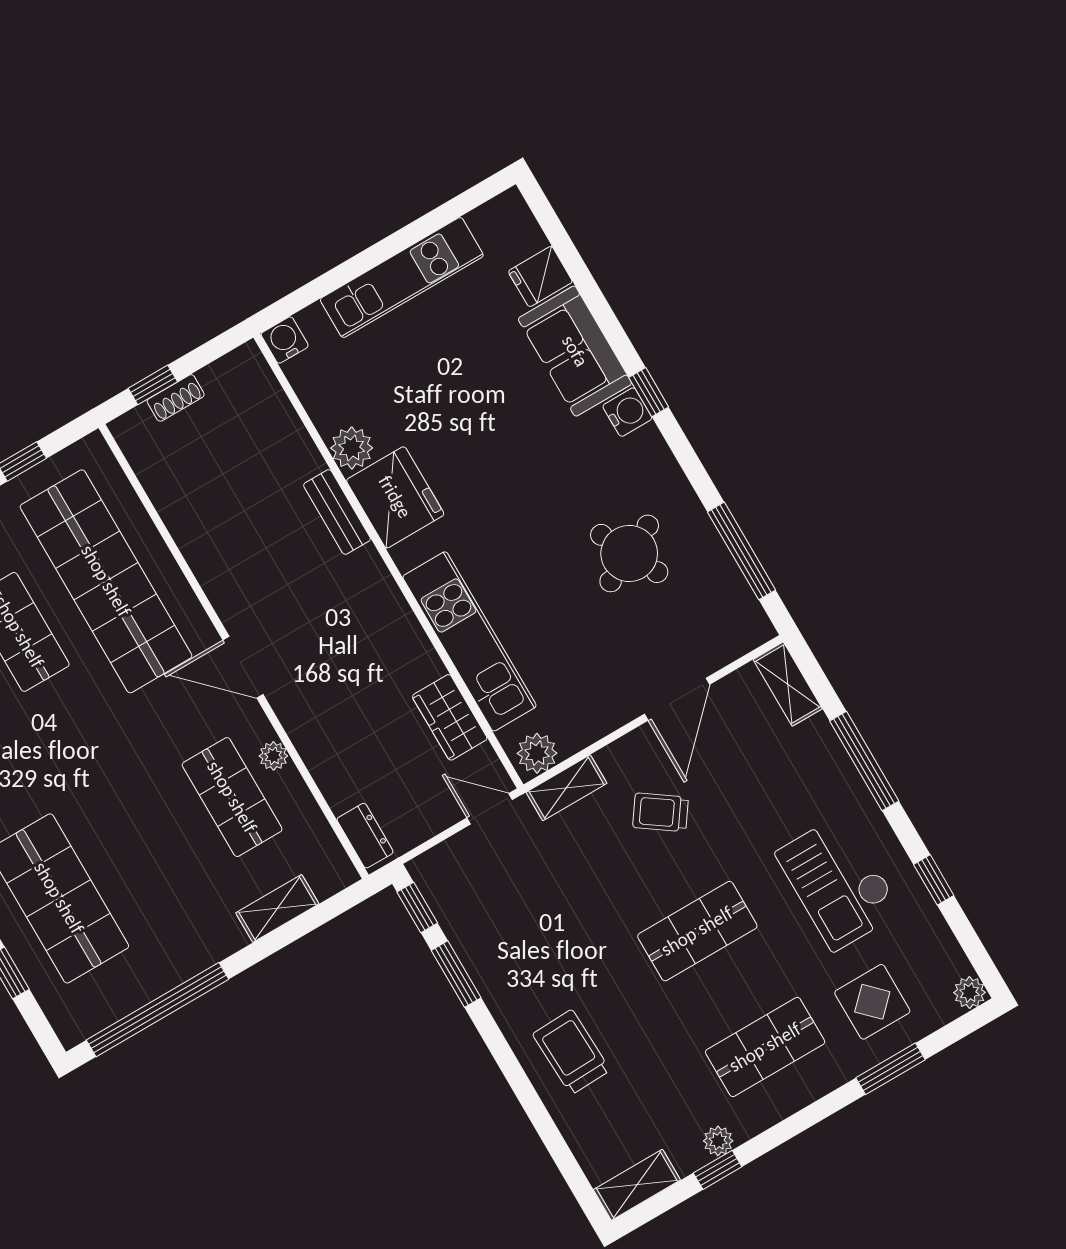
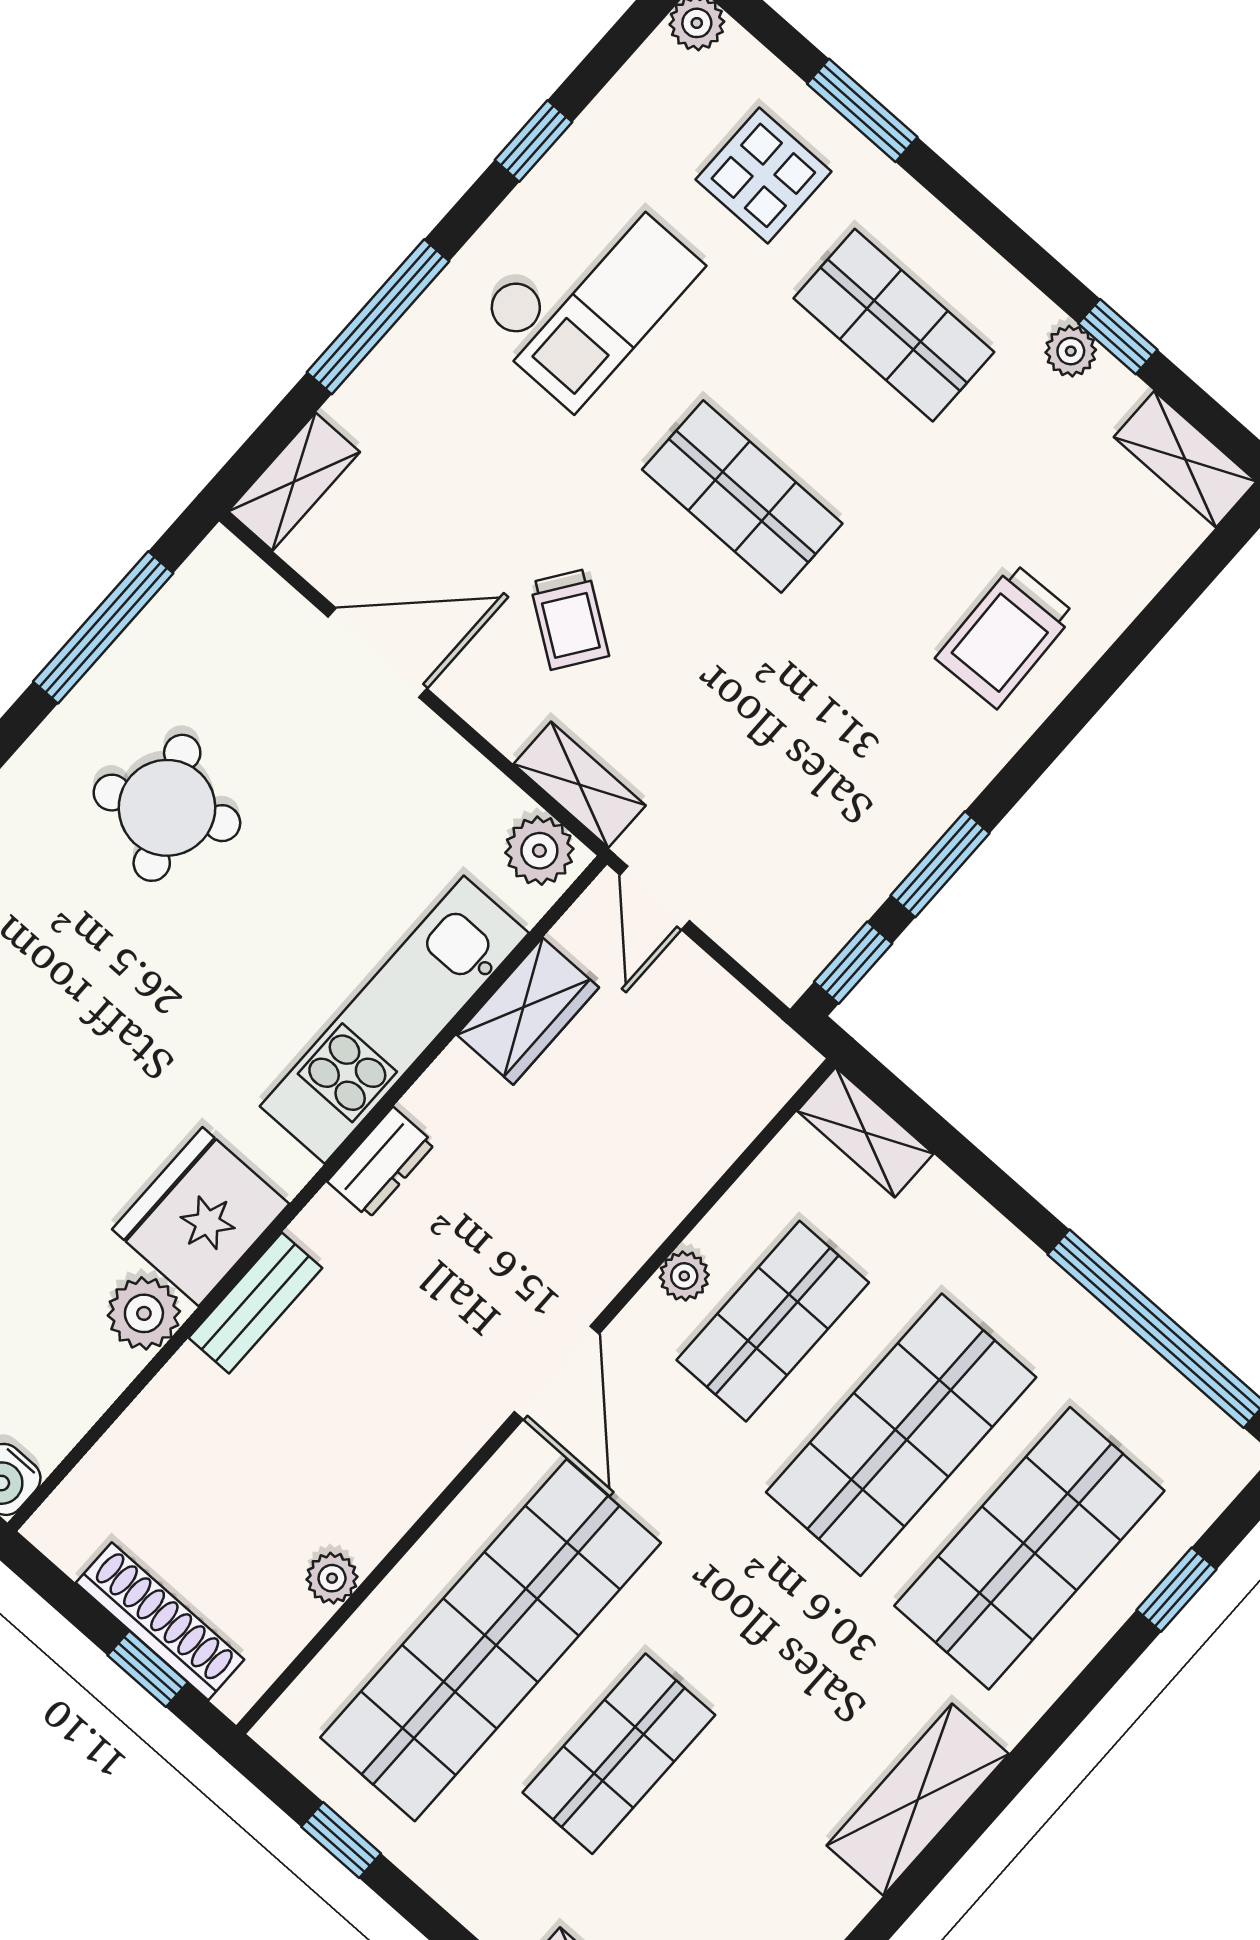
shoe rack: (176, 398) -> (160, 1621), width x1.94, depth x1.24
plant: (170, 504) -> (332, 1578), added
dresser: (365, 836) -> (381, 1163), moved, turned 180
shop shelf: (145, 848) -> (901, 1435), added
shelving: (277, 908) -> (865, 1132), moved

